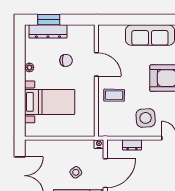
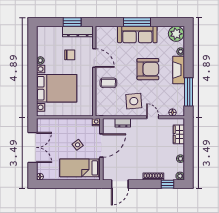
window: (49, 20) -> (72, 22), moved
window: (150, 20) -> (137, 22), added
dresser: (48, 31) -> (78, 32), moved
bed with nightstands: (50, 102) -> (57, 88), width x1.36

